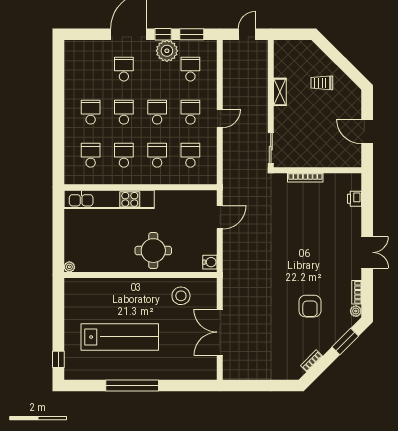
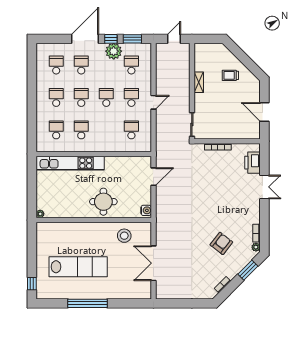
school desk: (157, 155) -> (56, 65), moved
printer: (355, 199) -> (252, 163), width x1.87, depth x1.48
double door: (367, 252) -> (264, 187), moved
armchair: (310, 306) -> (221, 243), turned -142

